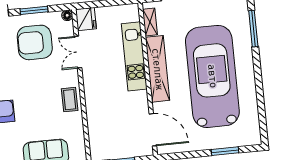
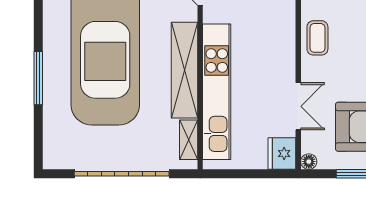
window: (253, 29) -> (38, 78), moved
kitchen unit: (134, 56) -> (217, 92), width x1.36

